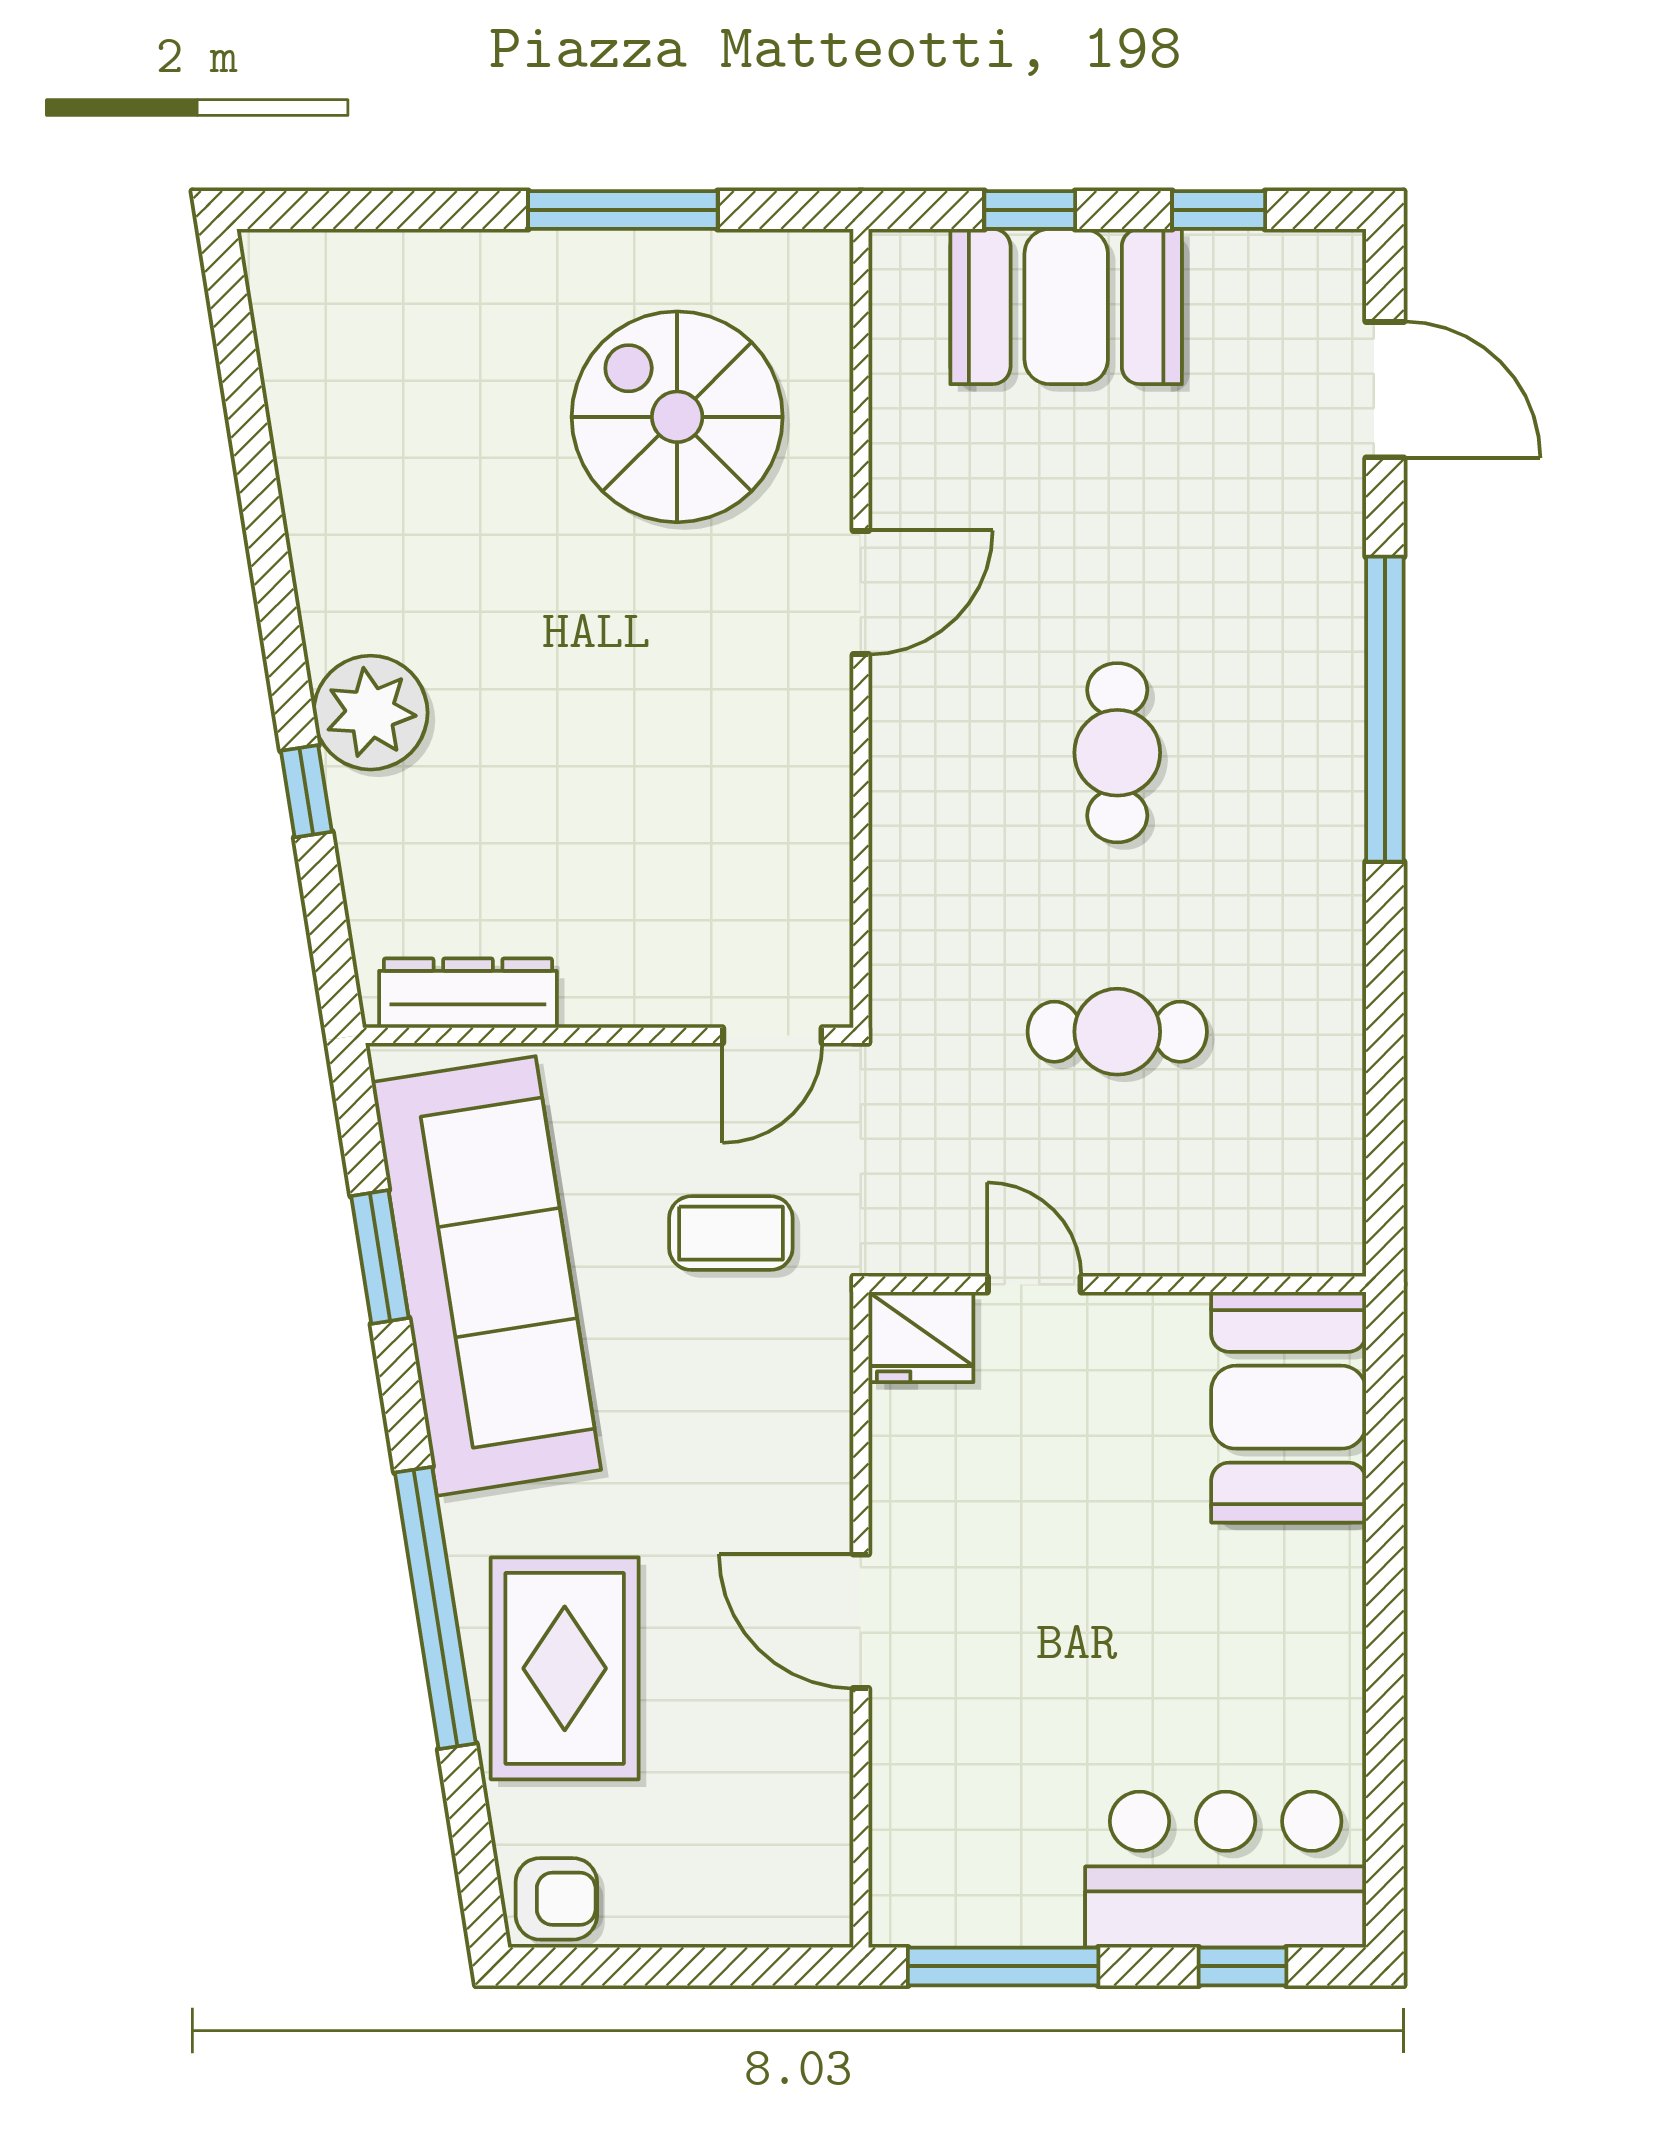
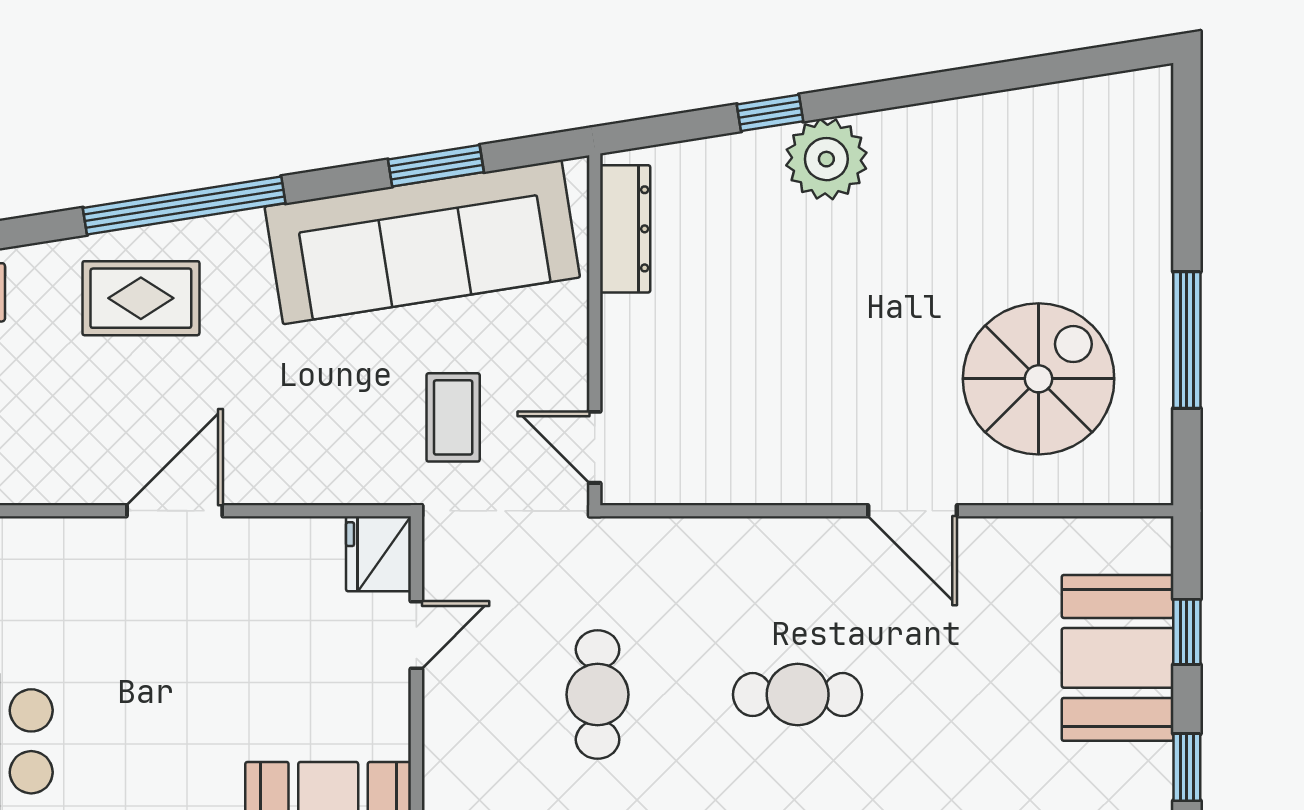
rug: (565, 1668) -> (141, 298), width x0.73, depth x0.70

